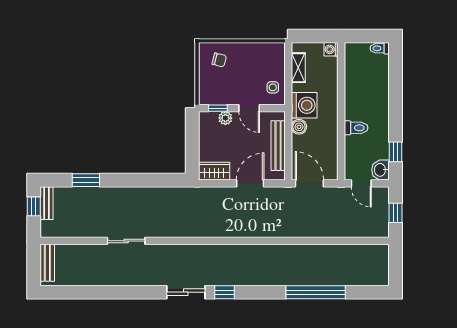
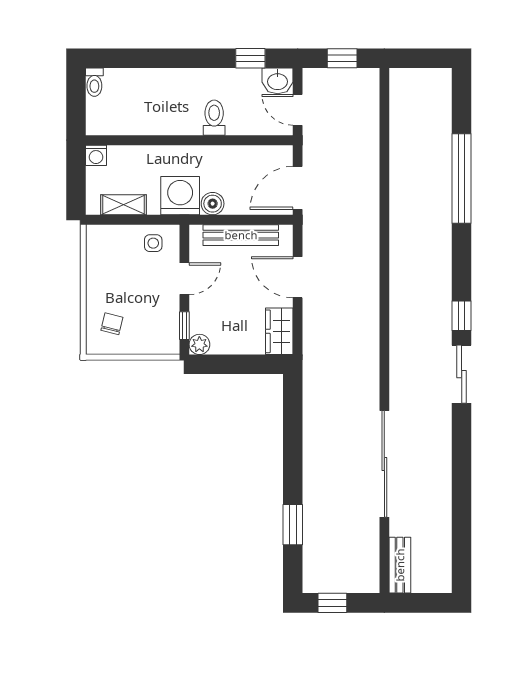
plant: (225, 118) -> (199, 344), moved
door: (361, 183) -> (298, 110), swing flipped
bench: (47, 203) -> (327, 584), removed
sliding door: (126, 241) -> (384, 464), width x1.86
bench: (47, 263) -> (400, 565), moved, turned 90

